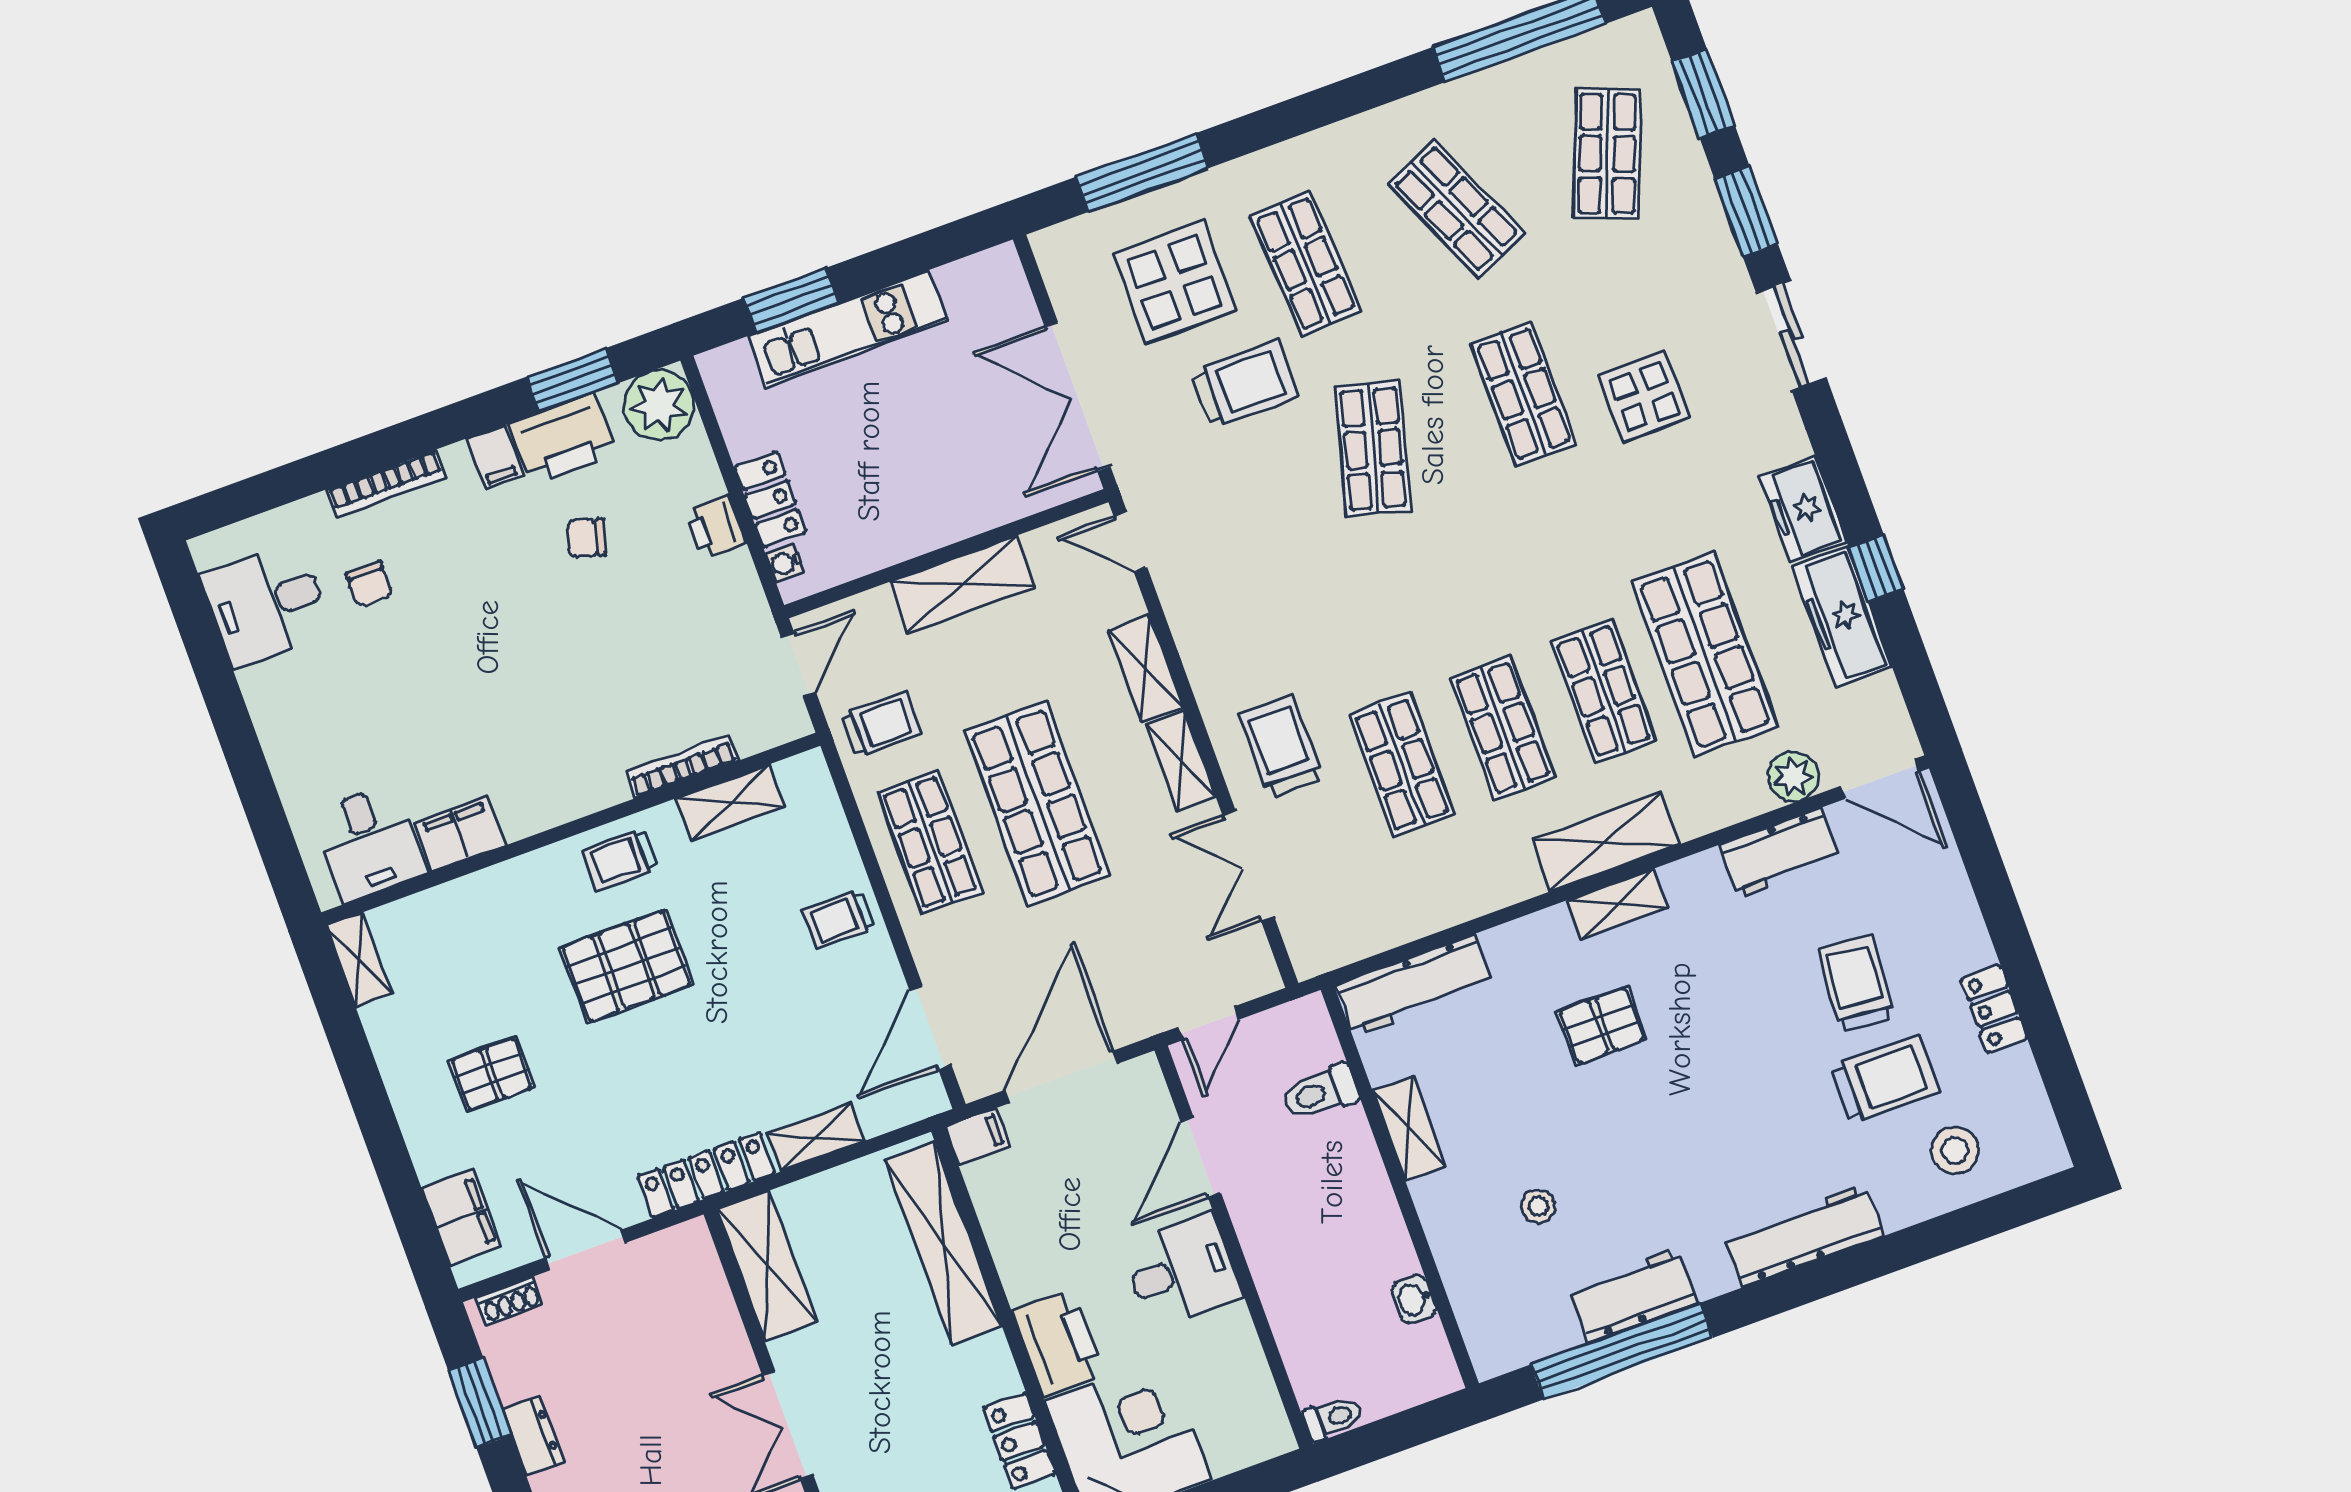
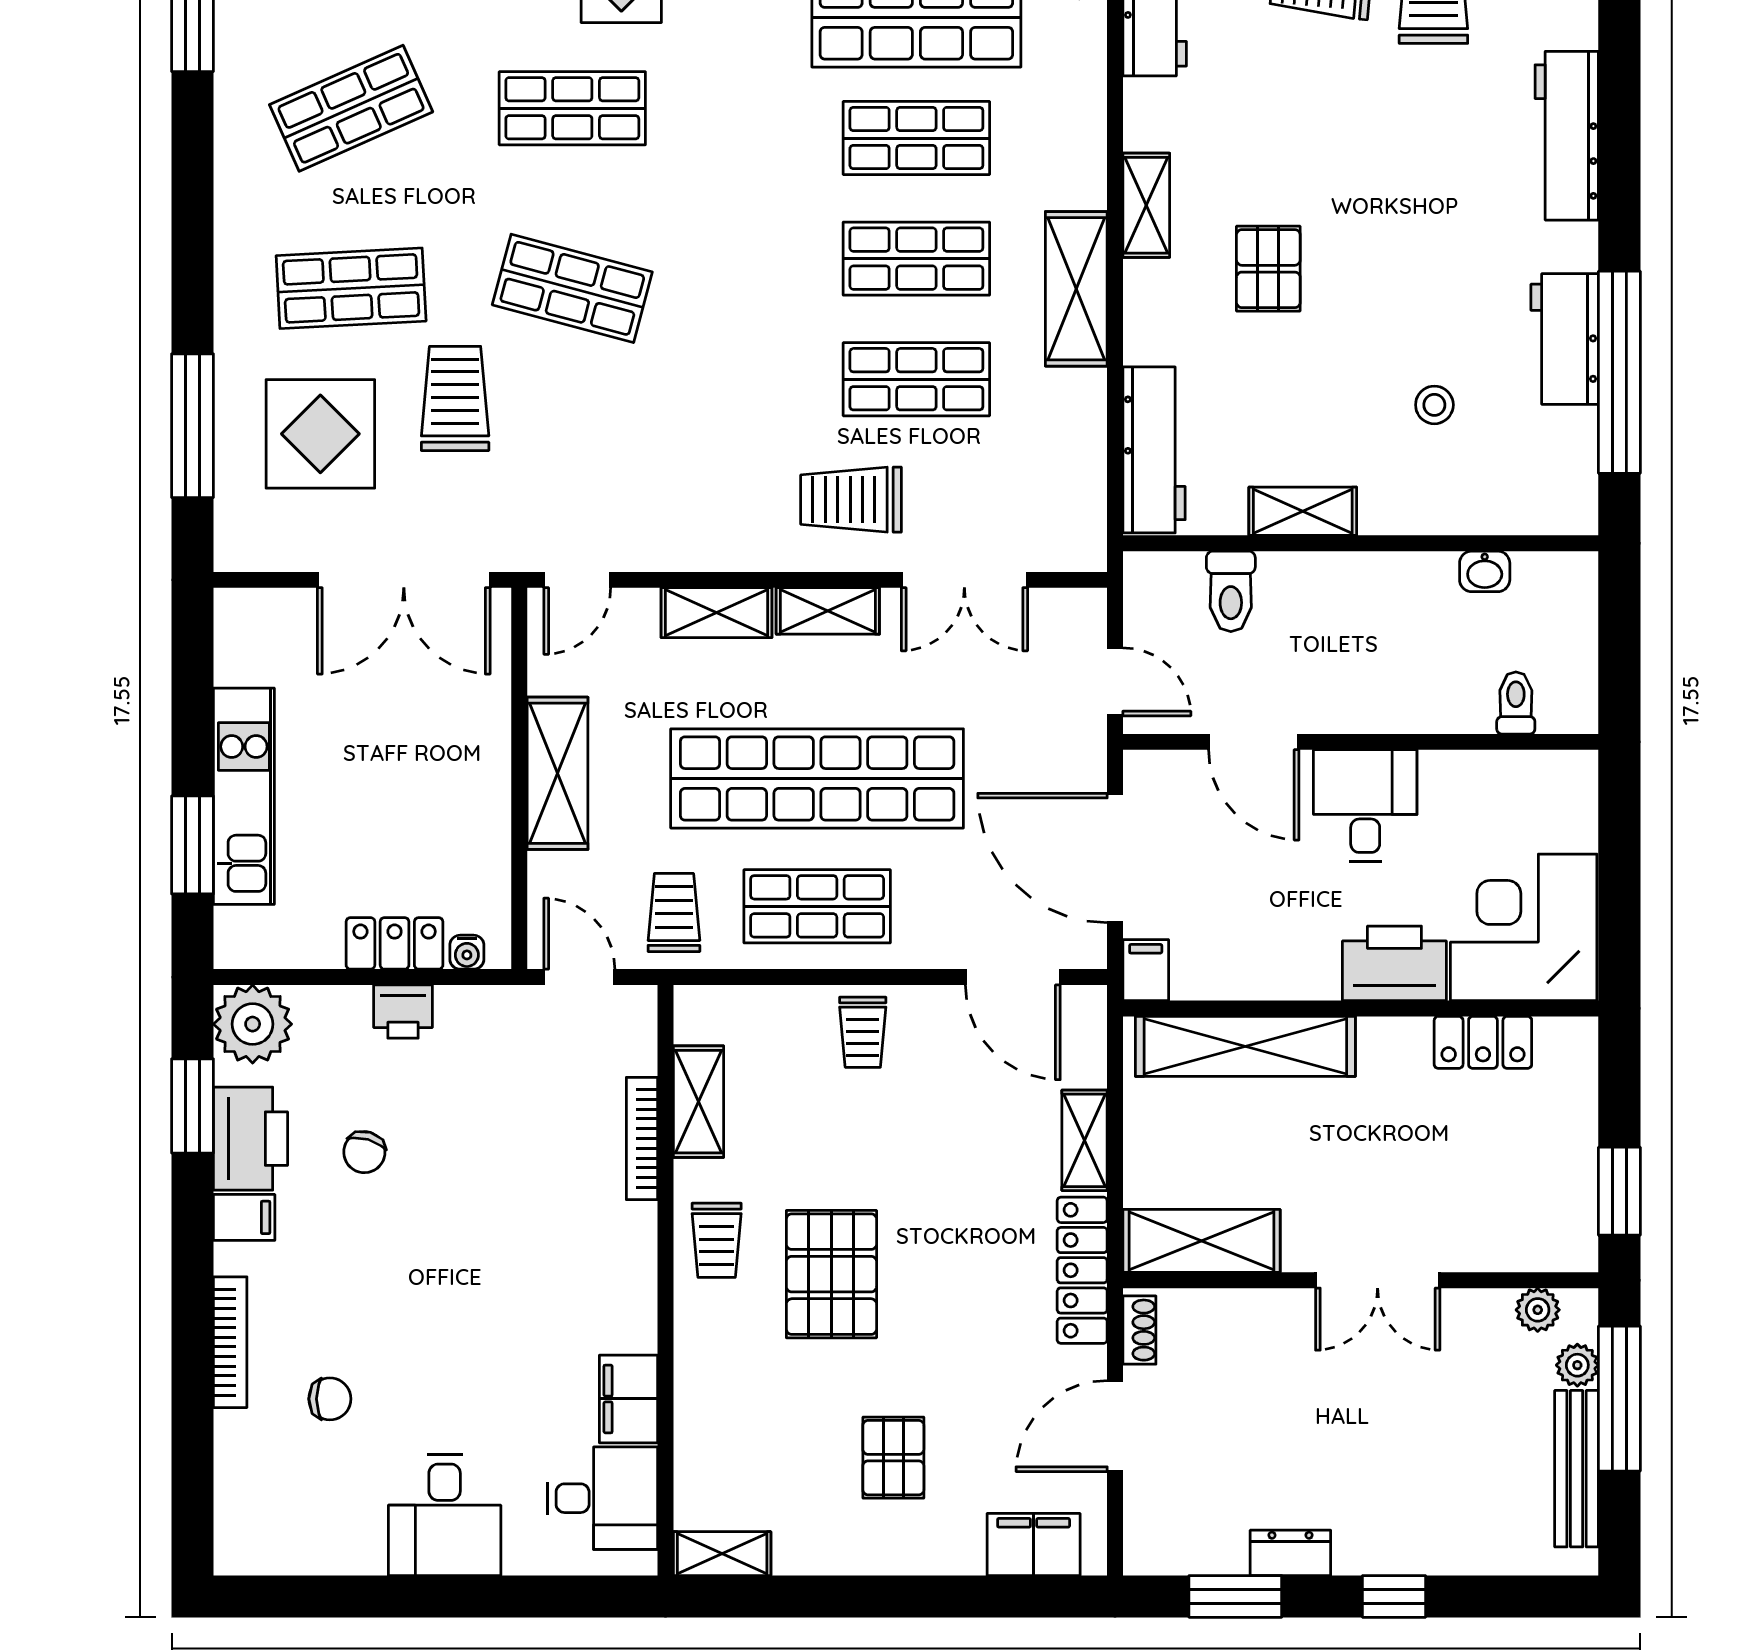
desk: (266, 604) -> (445, 1515), moved
shop shelf: (1037, 803) -> (817, 778), width x1.40
shelving: (1606, 842) -> (1076, 289), moved
shoe rack: (510, 1301) -> (1139, 1330), moved
toilet: (1333, 1418) -> (1516, 703), moved

